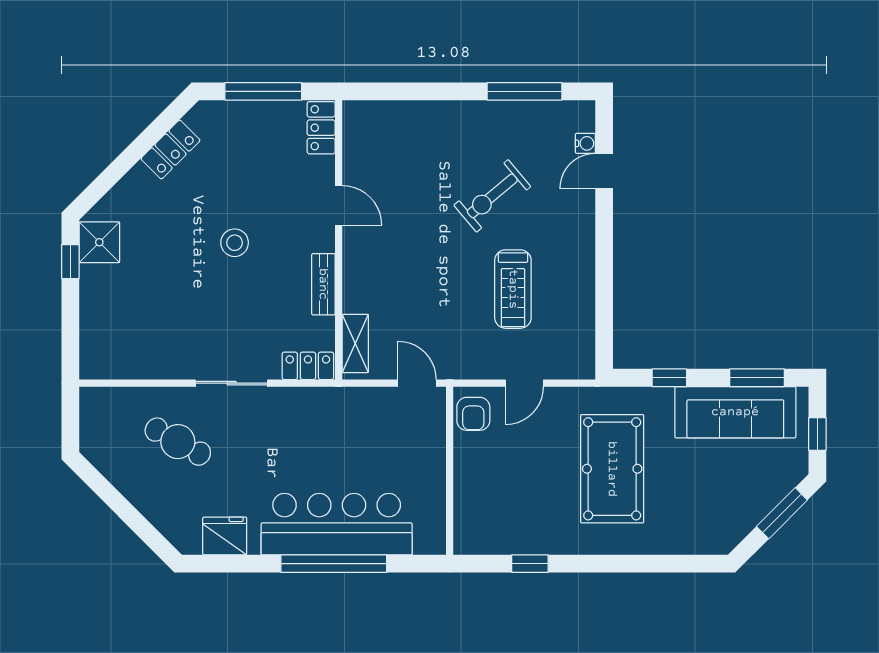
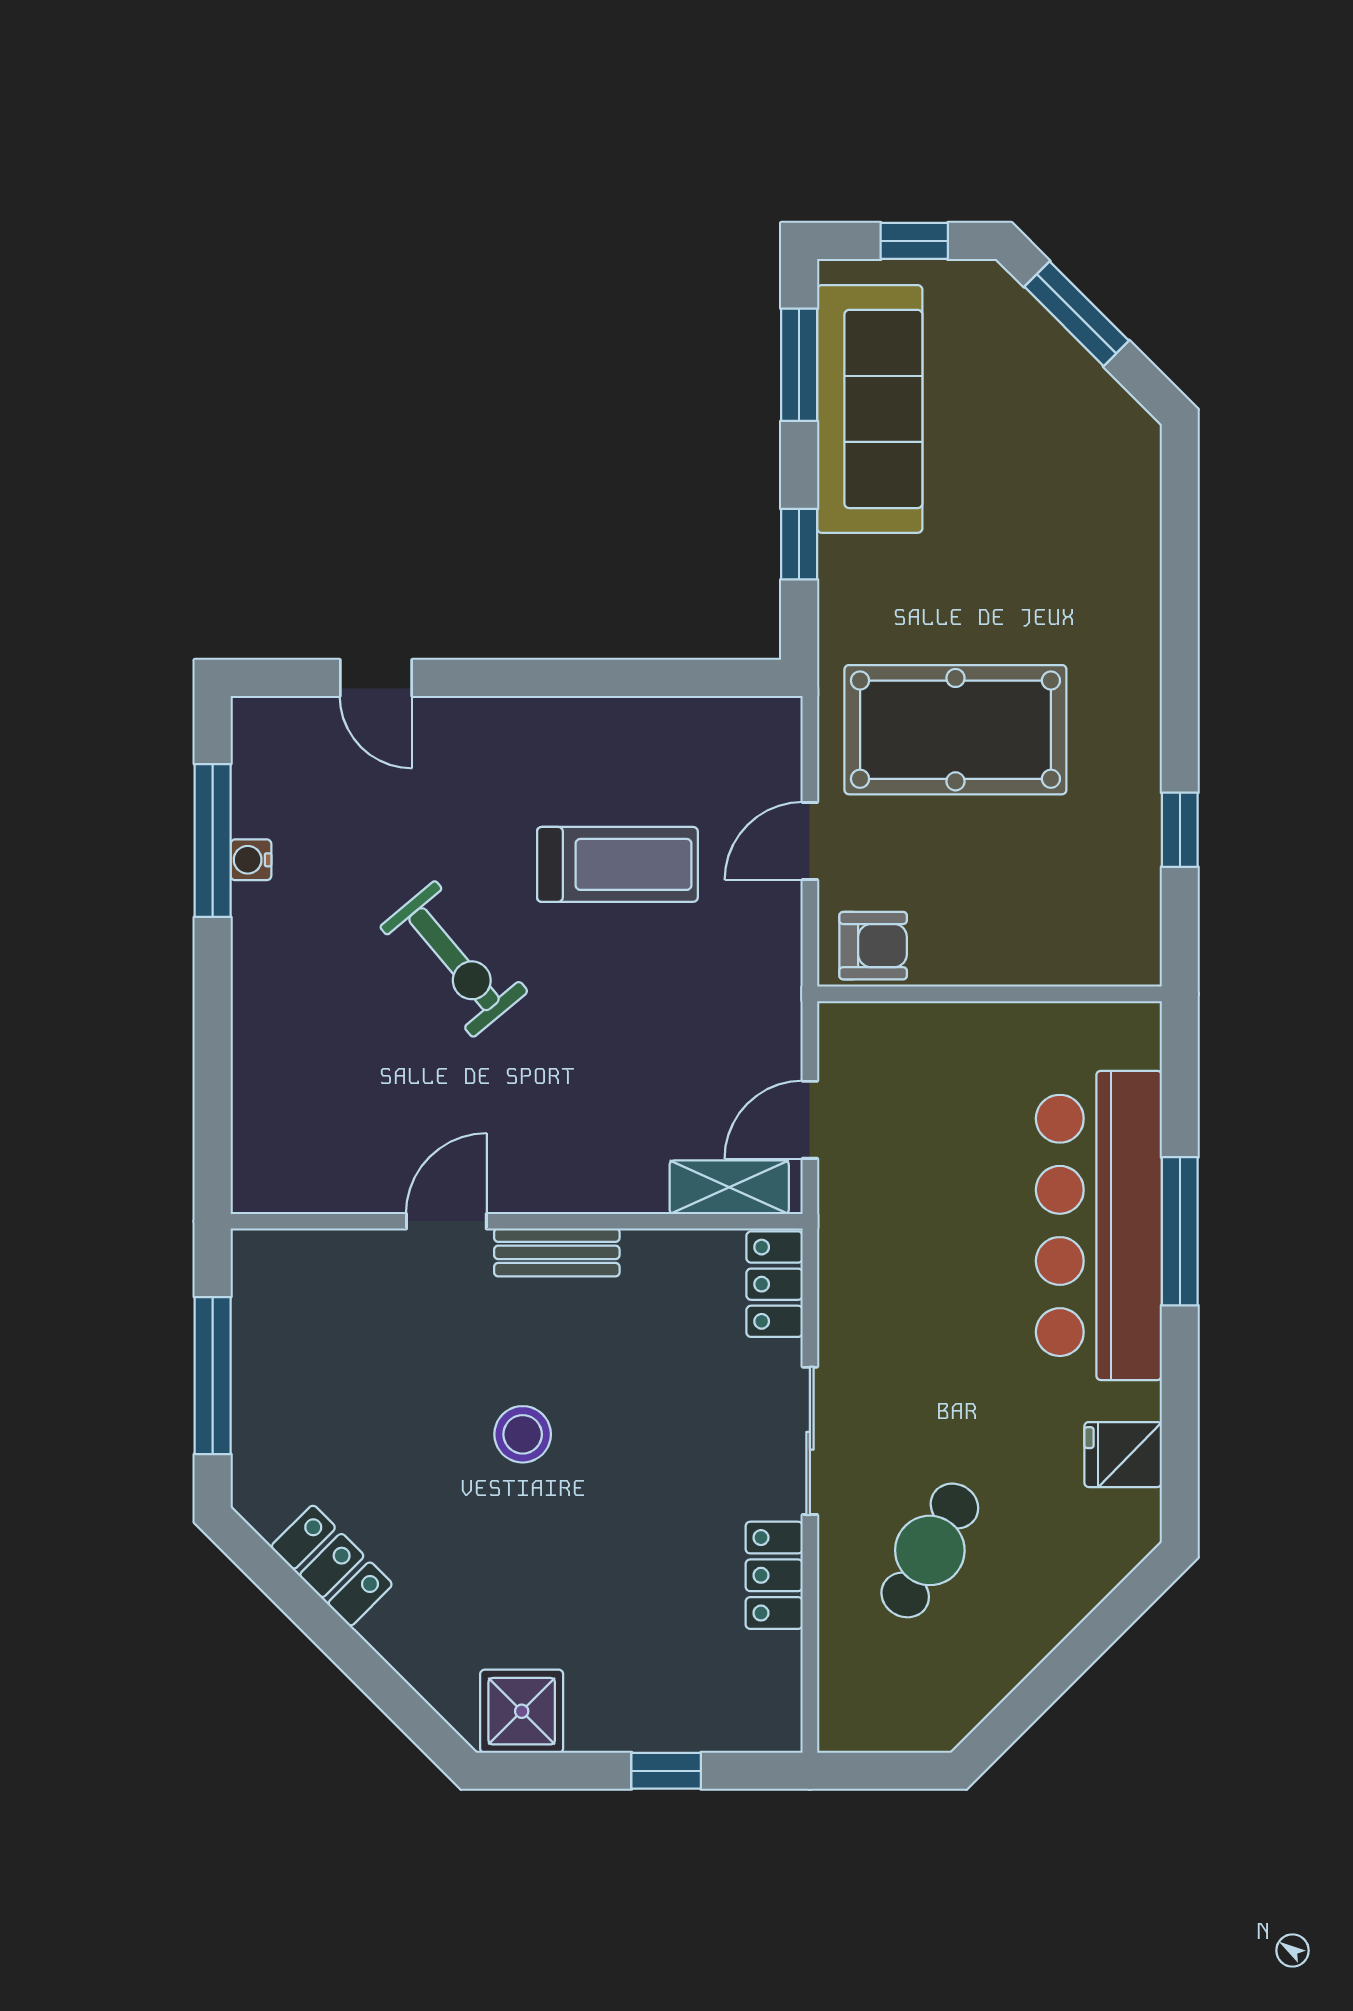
locker: (321, 128) -> (774, 1575), moved, turned 90
water cooler: (585, 143) -> (251, 860), moved, turned -90
exercise bike: (492, 196) -> (454, 959), moved
window: (70, 262) -> (666, 1771), moved
bench: (323, 284) -> (557, 1252), moved
door: (417, 383) -> (810, 1120), moved
door: (524, 383) -> (810, 841), swing flipped
pool table: (612, 469) -> (955, 730), moved
fridge: (225, 536) -> (1123, 1455), width x0.72
window: (334, 564) -> (1180, 1231), width x0.68

